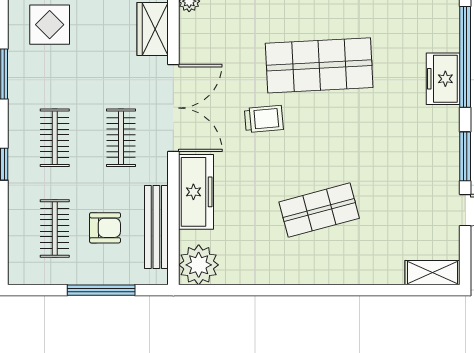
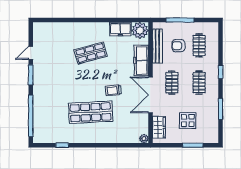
display table: (50, 25) -> (188, 120), moved
freezer: (443, 79) -> (120, 29), moved, turned 90
shelving: (432, 273) -> (44, 27), removed

